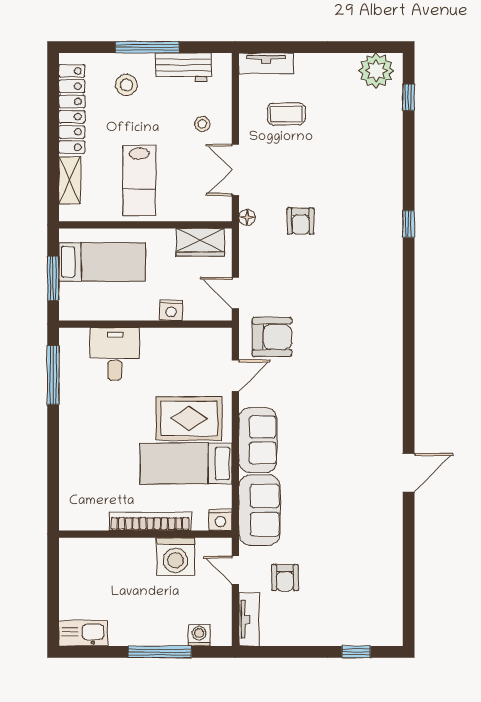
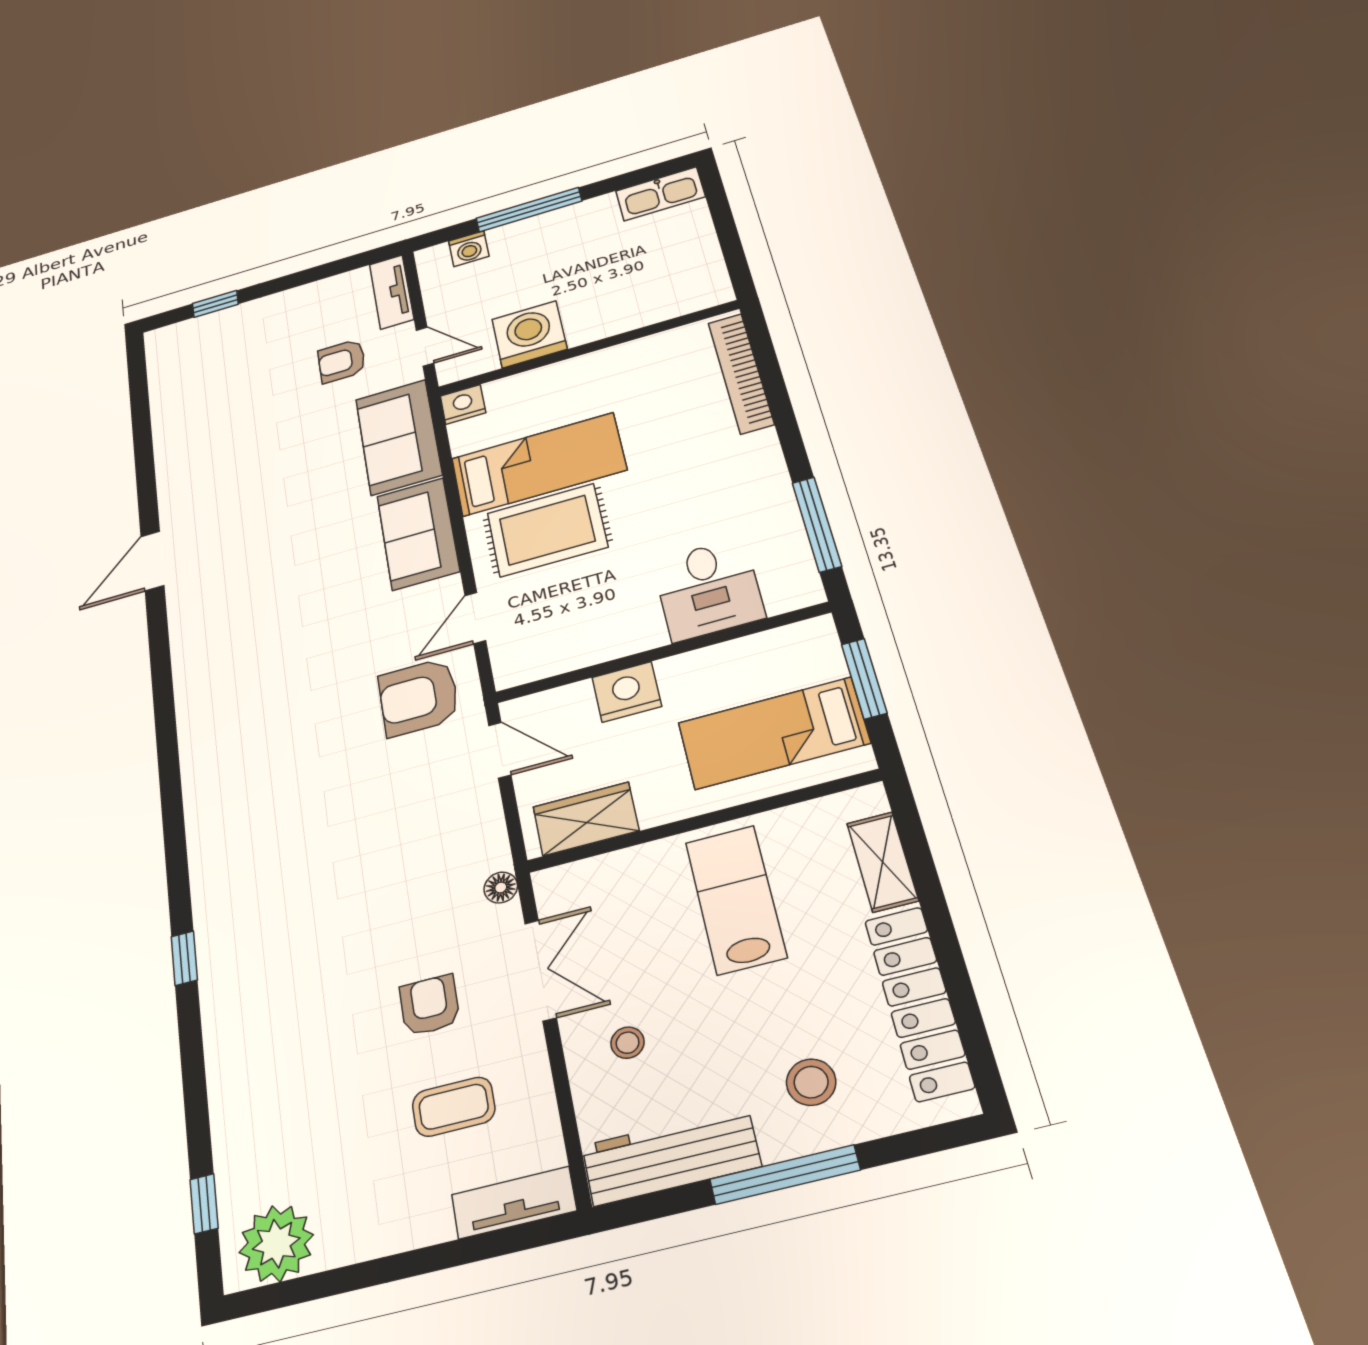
workbench: (183, 67) -> (671, 1156), width x1.38
armchair: (301, 221) -> (430, 1005), moved
nightstand: (171, 310) -> (627, 692), width x1.36, depth x1.33
bookcase: (150, 521) -> (741, 373), moved, turned 90
armchair: (285, 578) -> (342, 361), turned -90

